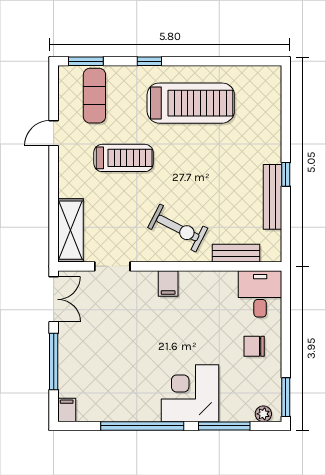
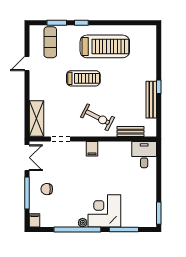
window: (86, 61) -> (57, 23), moved
treadmill: (124, 158) -> (83, 78), moved
chair: (254, 346) -> (47, 189), moved
plant: (263, 414) -> (83, 223), moved

